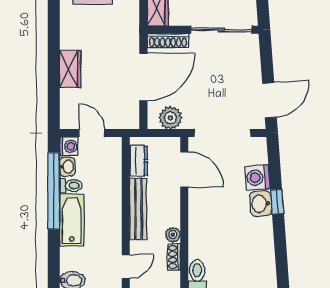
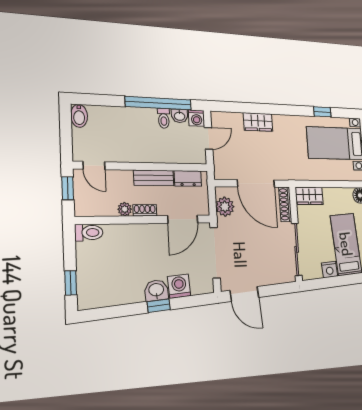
bench: (138, 209) -> (154, 178), width x0.73
bathtub: (72, 220) -> (134, 118), removed
shoe rack: (174, 257) -> (145, 210), moved

